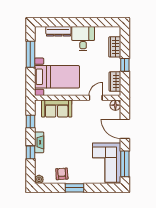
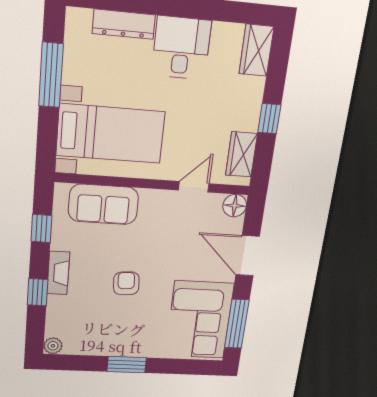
wardrobe: (115, 47) -> (256, 50), moved
armchair: (62, 174) -> (126, 283), moved

